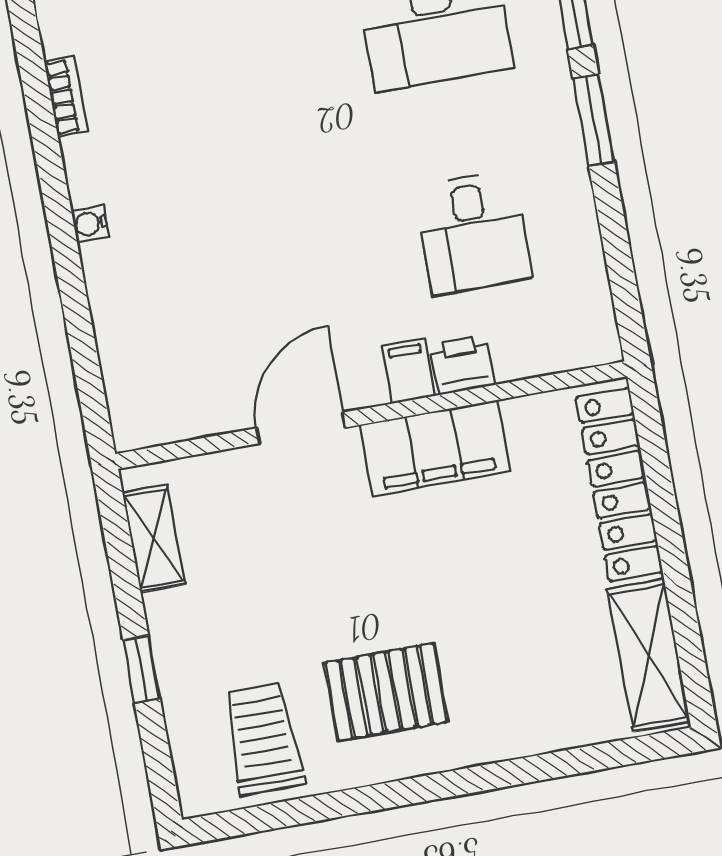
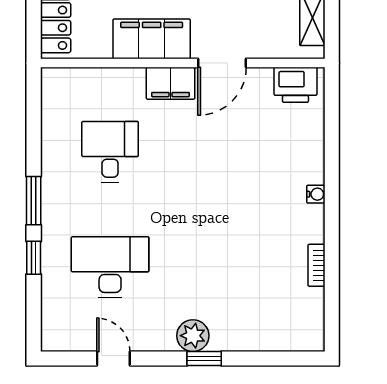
printer: (462, 365) -> (295, 85), moved, width x1.36, depth x1.24
filing cabinet: (408, 371) -> (171, 83), width x2.00

